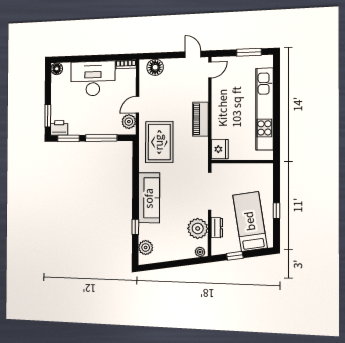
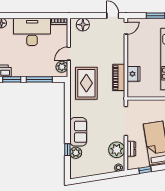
piano: (201, 119) -> (119, 77), moved
fridge: (220, 149) -> (133, 74), moved
sofa: (149, 198) -> (78, 132), width x0.73
plant: (146, 248) -> (76, 153), moved

